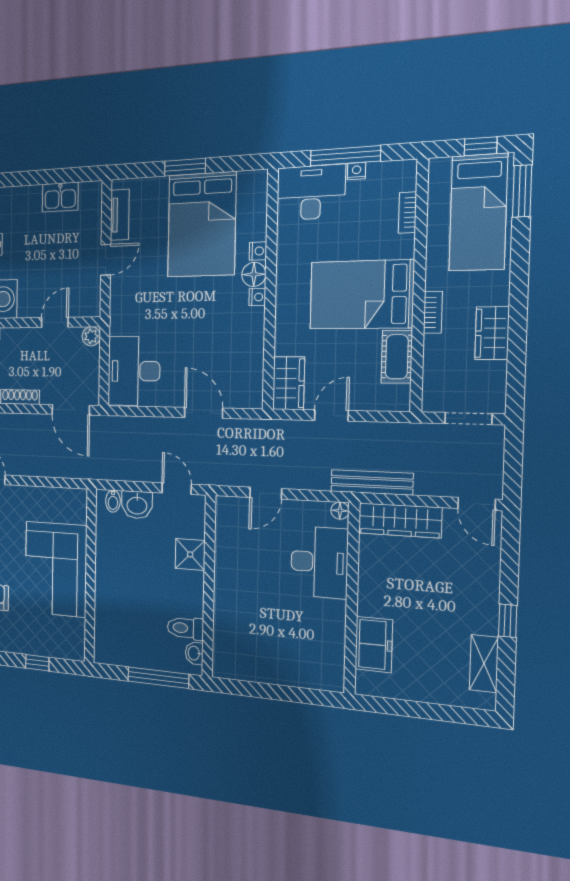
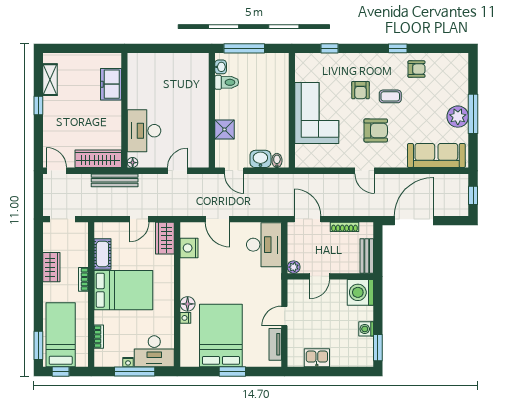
nightstand: (257, 297) -> (189, 248), moved, width x1.89, depth x1.79

